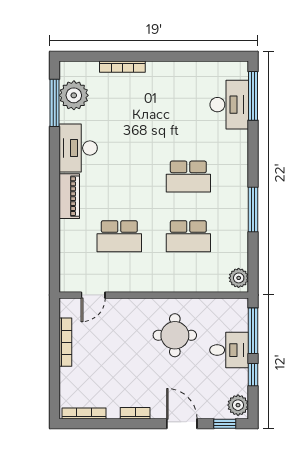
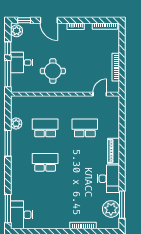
desk: (229, 105) -> (22, 215), moved
plant: (239, 278) -> (16, 123), moved

